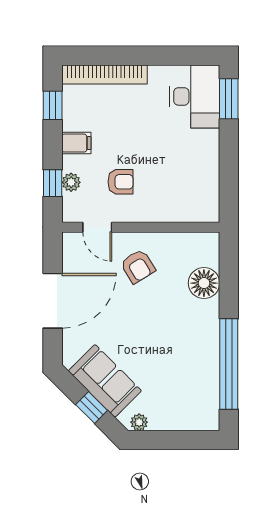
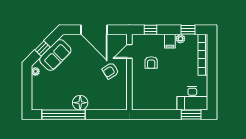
plant: (71, 182) -> (180, 39), moved
floor lamp: (204, 283) -> (80, 103), moved

